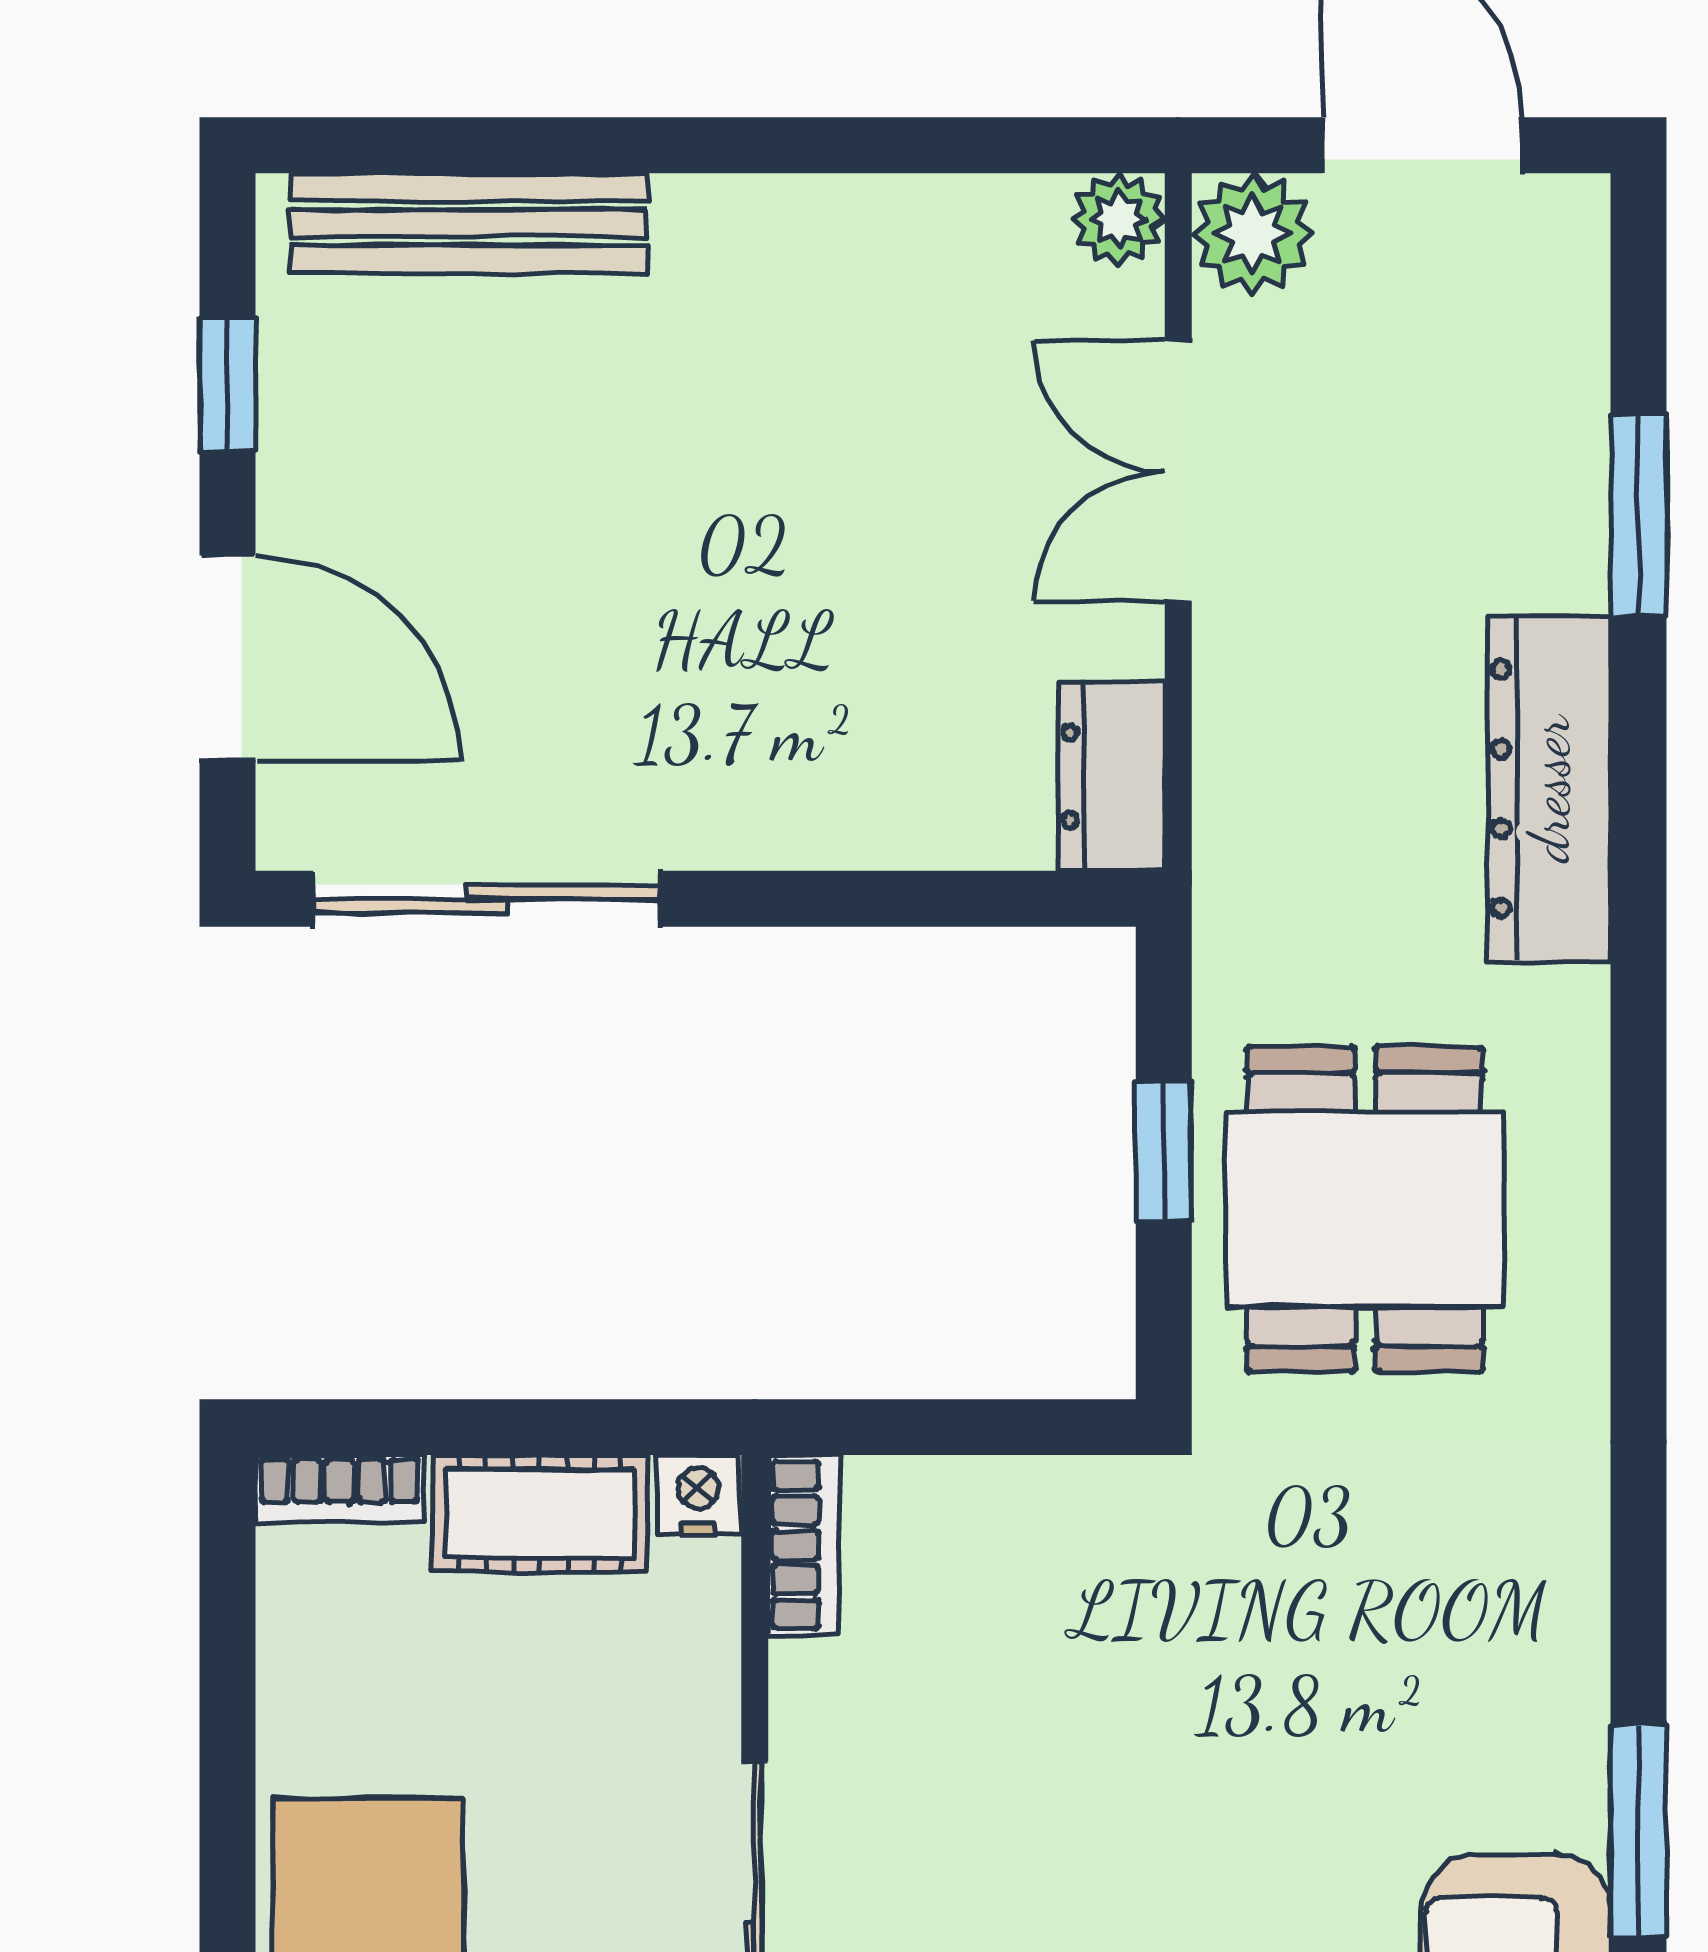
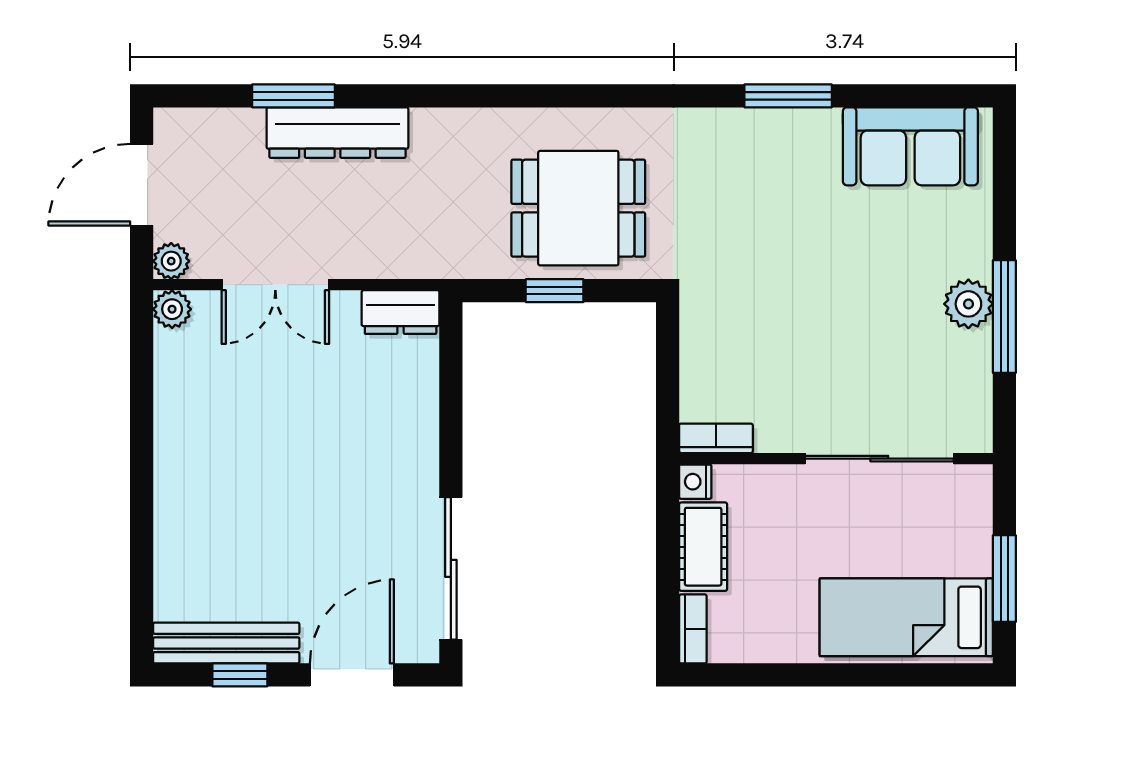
bench: (469, 223) -> (226, 643), moved, turned 90
plant: (1252, 234) -> (171, 261), width x0.73, depth x0.73
dresser: (1549, 789) -> (337, 133), moved
window: (1639, 1831) -> (788, 96), moved

